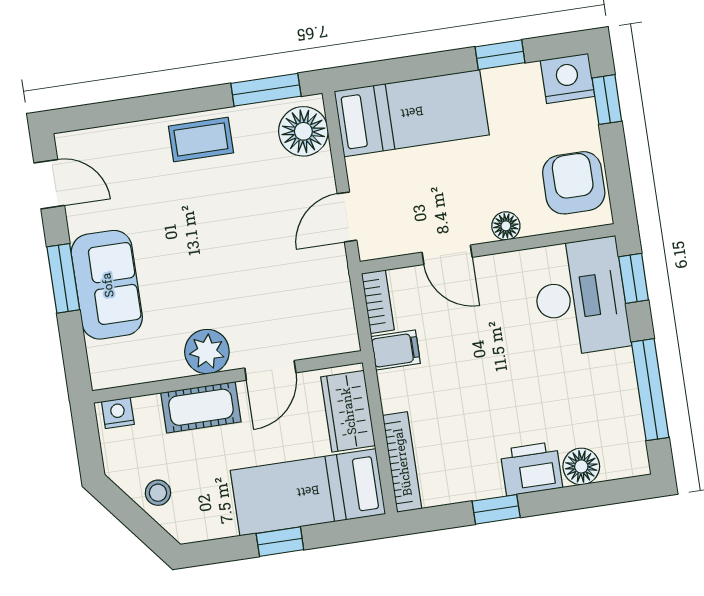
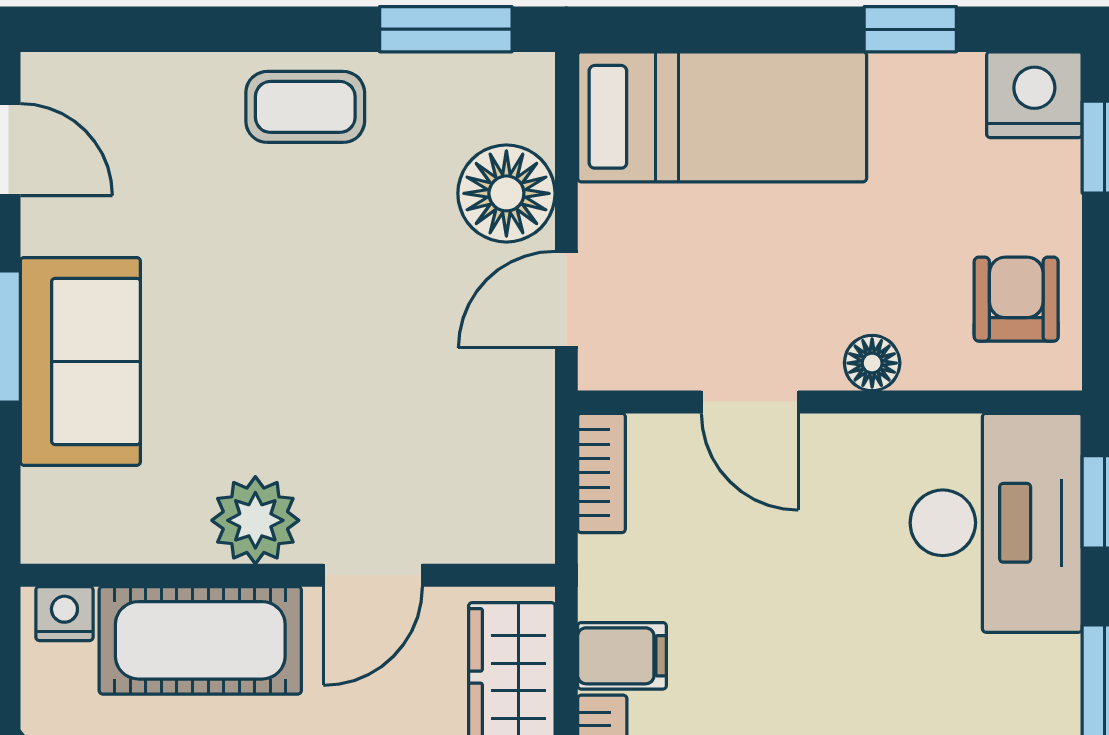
floor lamp: (303, 131) -> (506, 193), moved
armchair: (574, 183) -> (1016, 299), width x0.72, depth x0.72
filing cabinet: (396, 350) -> (622, 656), moved
cot: (201, 407) -> (200, 640), width x1.37, depth x1.34

